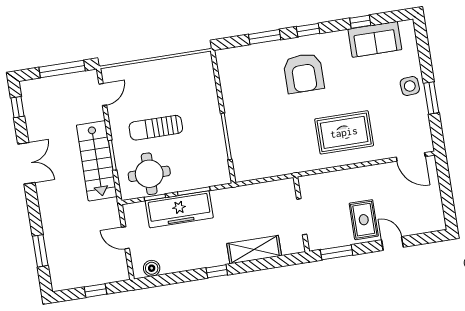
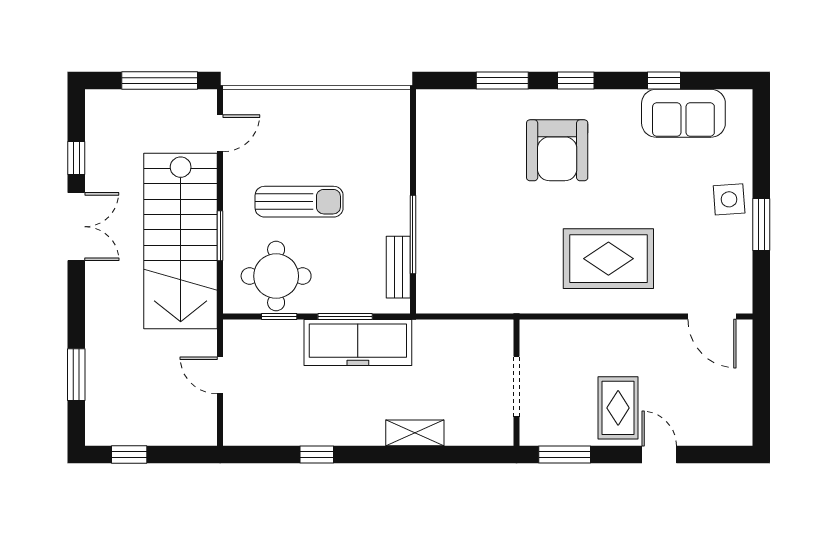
window: (17, 107) -> (76, 158), moved
sun lounger: (156, 128) -> (299, 202), turned 180
bench: (221, 157) -> (398, 267), added
stairs: (97, 161) -> (181, 241), width x1.36, depth x1.51
freezer: (179, 209) -> (358, 342), moved
shelving: (254, 250) -> (415, 433), width x0.67, depth x0.75
boiler: (152, 268) -> (255, 432), removed
window: (217, 271) -> (317, 455), moved
window: (95, 291) -> (129, 455), moved

